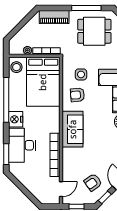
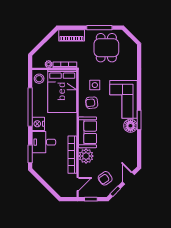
dining table: (94, 31) -> (106, 48), turned 90
desk: (22, 145) -> (44, 142), width x0.73
plant: (71, 157) -> (86, 156), added

